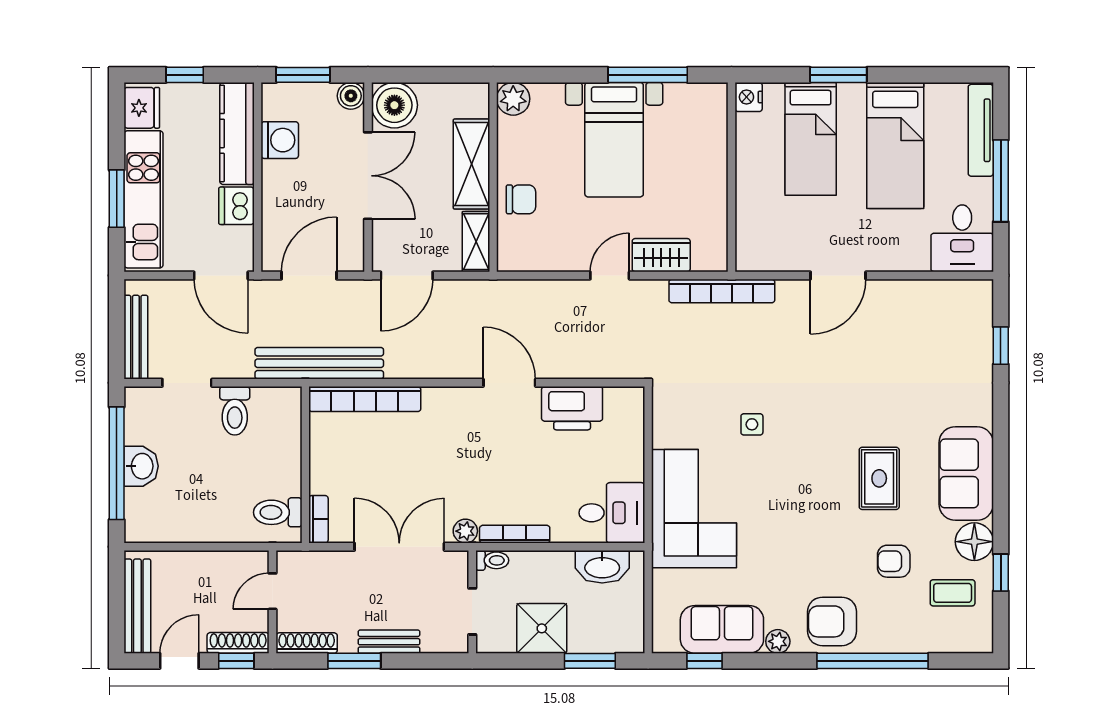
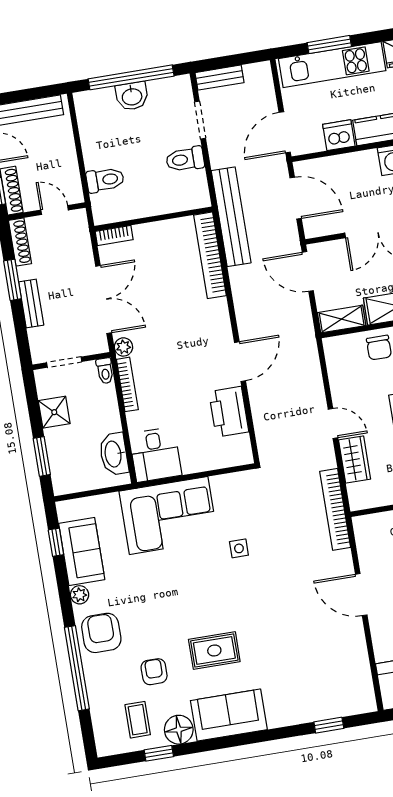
bench: (136, 337) -> (220, 78), width x0.73
toilet: (278, 512) -> (105, 180), moved, turned 90
shower: (542, 628) -> (54, 412), width x0.73, depth x0.73

